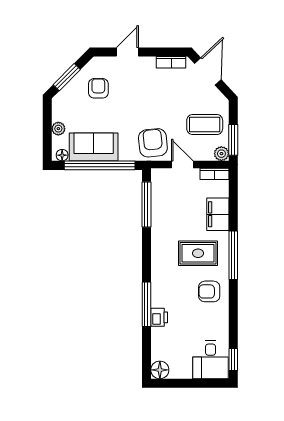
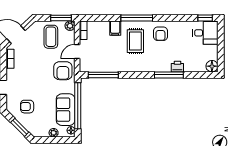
armchair: (153, 143) -> (63, 71), turned -84
filing cabinet: (218, 214) -> (115, 28), width x0.50

